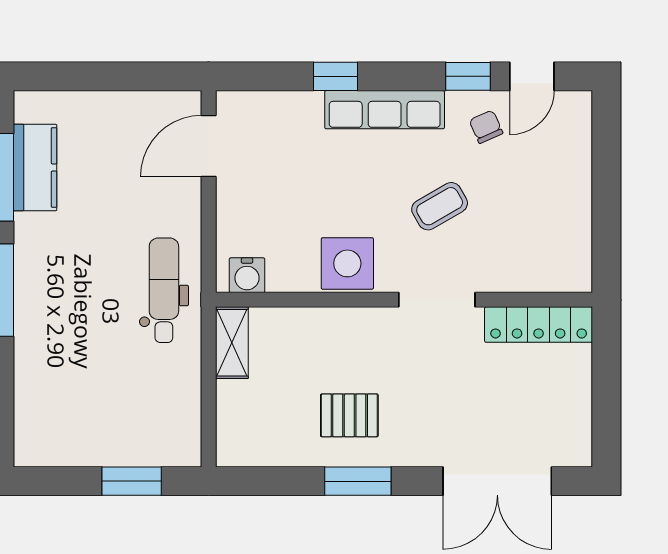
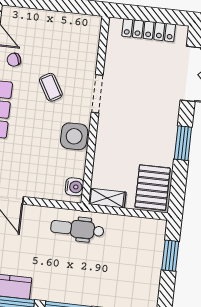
locker: (539, 325) -> (149, 30), moved, turned 90
pallet: (349, 415) -> (153, 188), moved, width x1.50, depth x1.42

